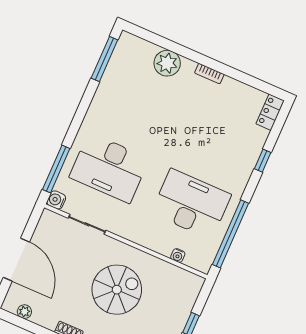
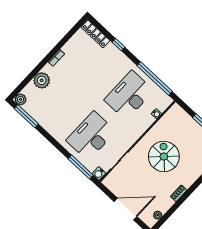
plant: (127, 41) -> (21, 99), added
locker: (270, 112) -> (95, 34), width x1.53
desk: (109, 168) -> (91, 136), turned 180

